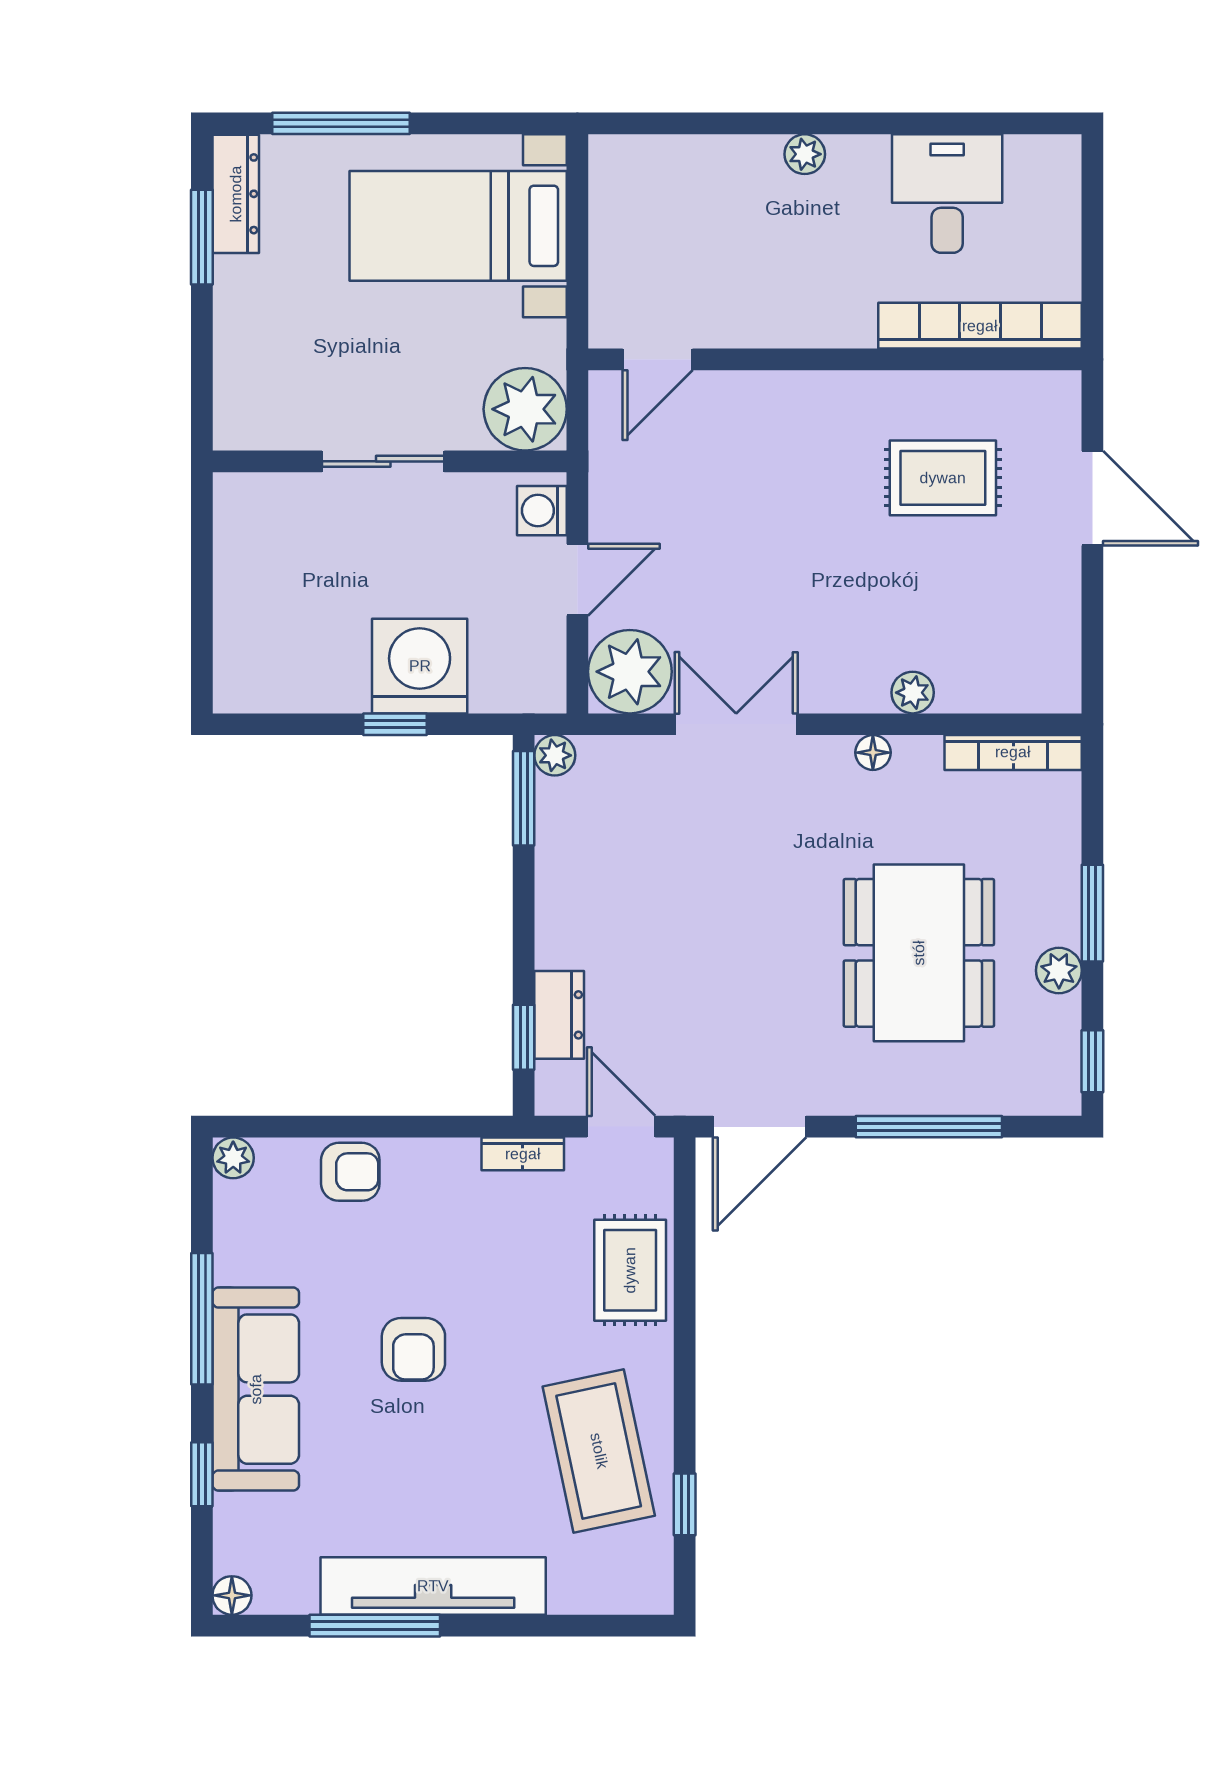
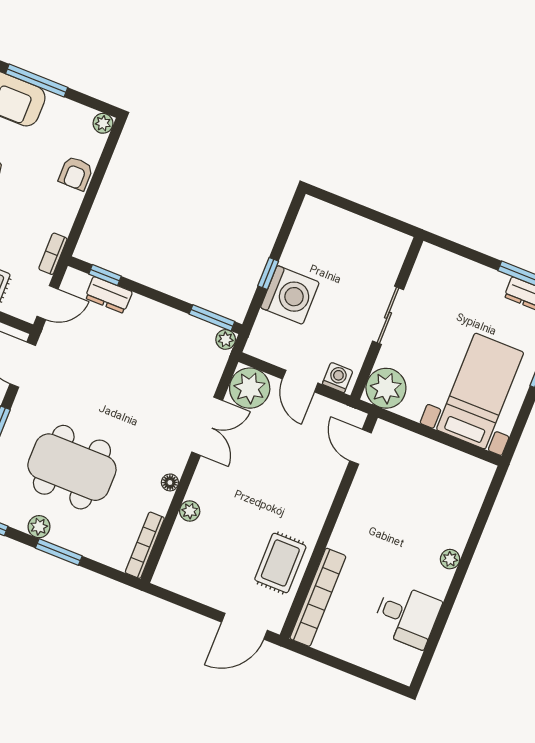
bookcase: (980, 326) -> (318, 597), moved
door: (658, 359) -> (360, 447), moved
wall: (835, 359) -> (329, 526), moved

